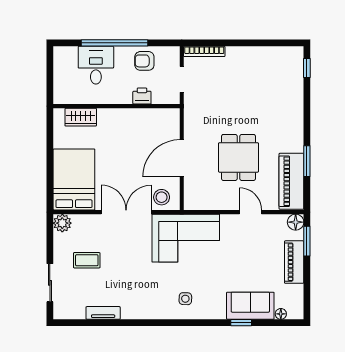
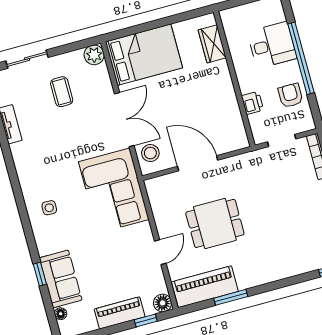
window: (307, 241) -> (146, 320), width x0.67

